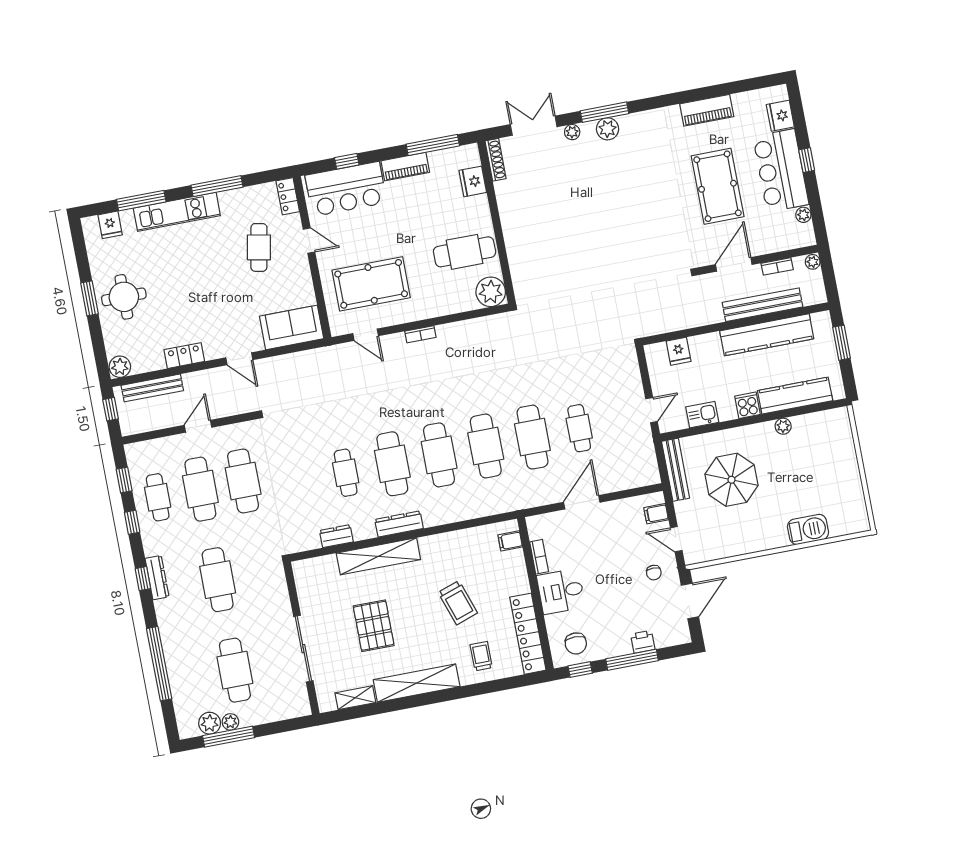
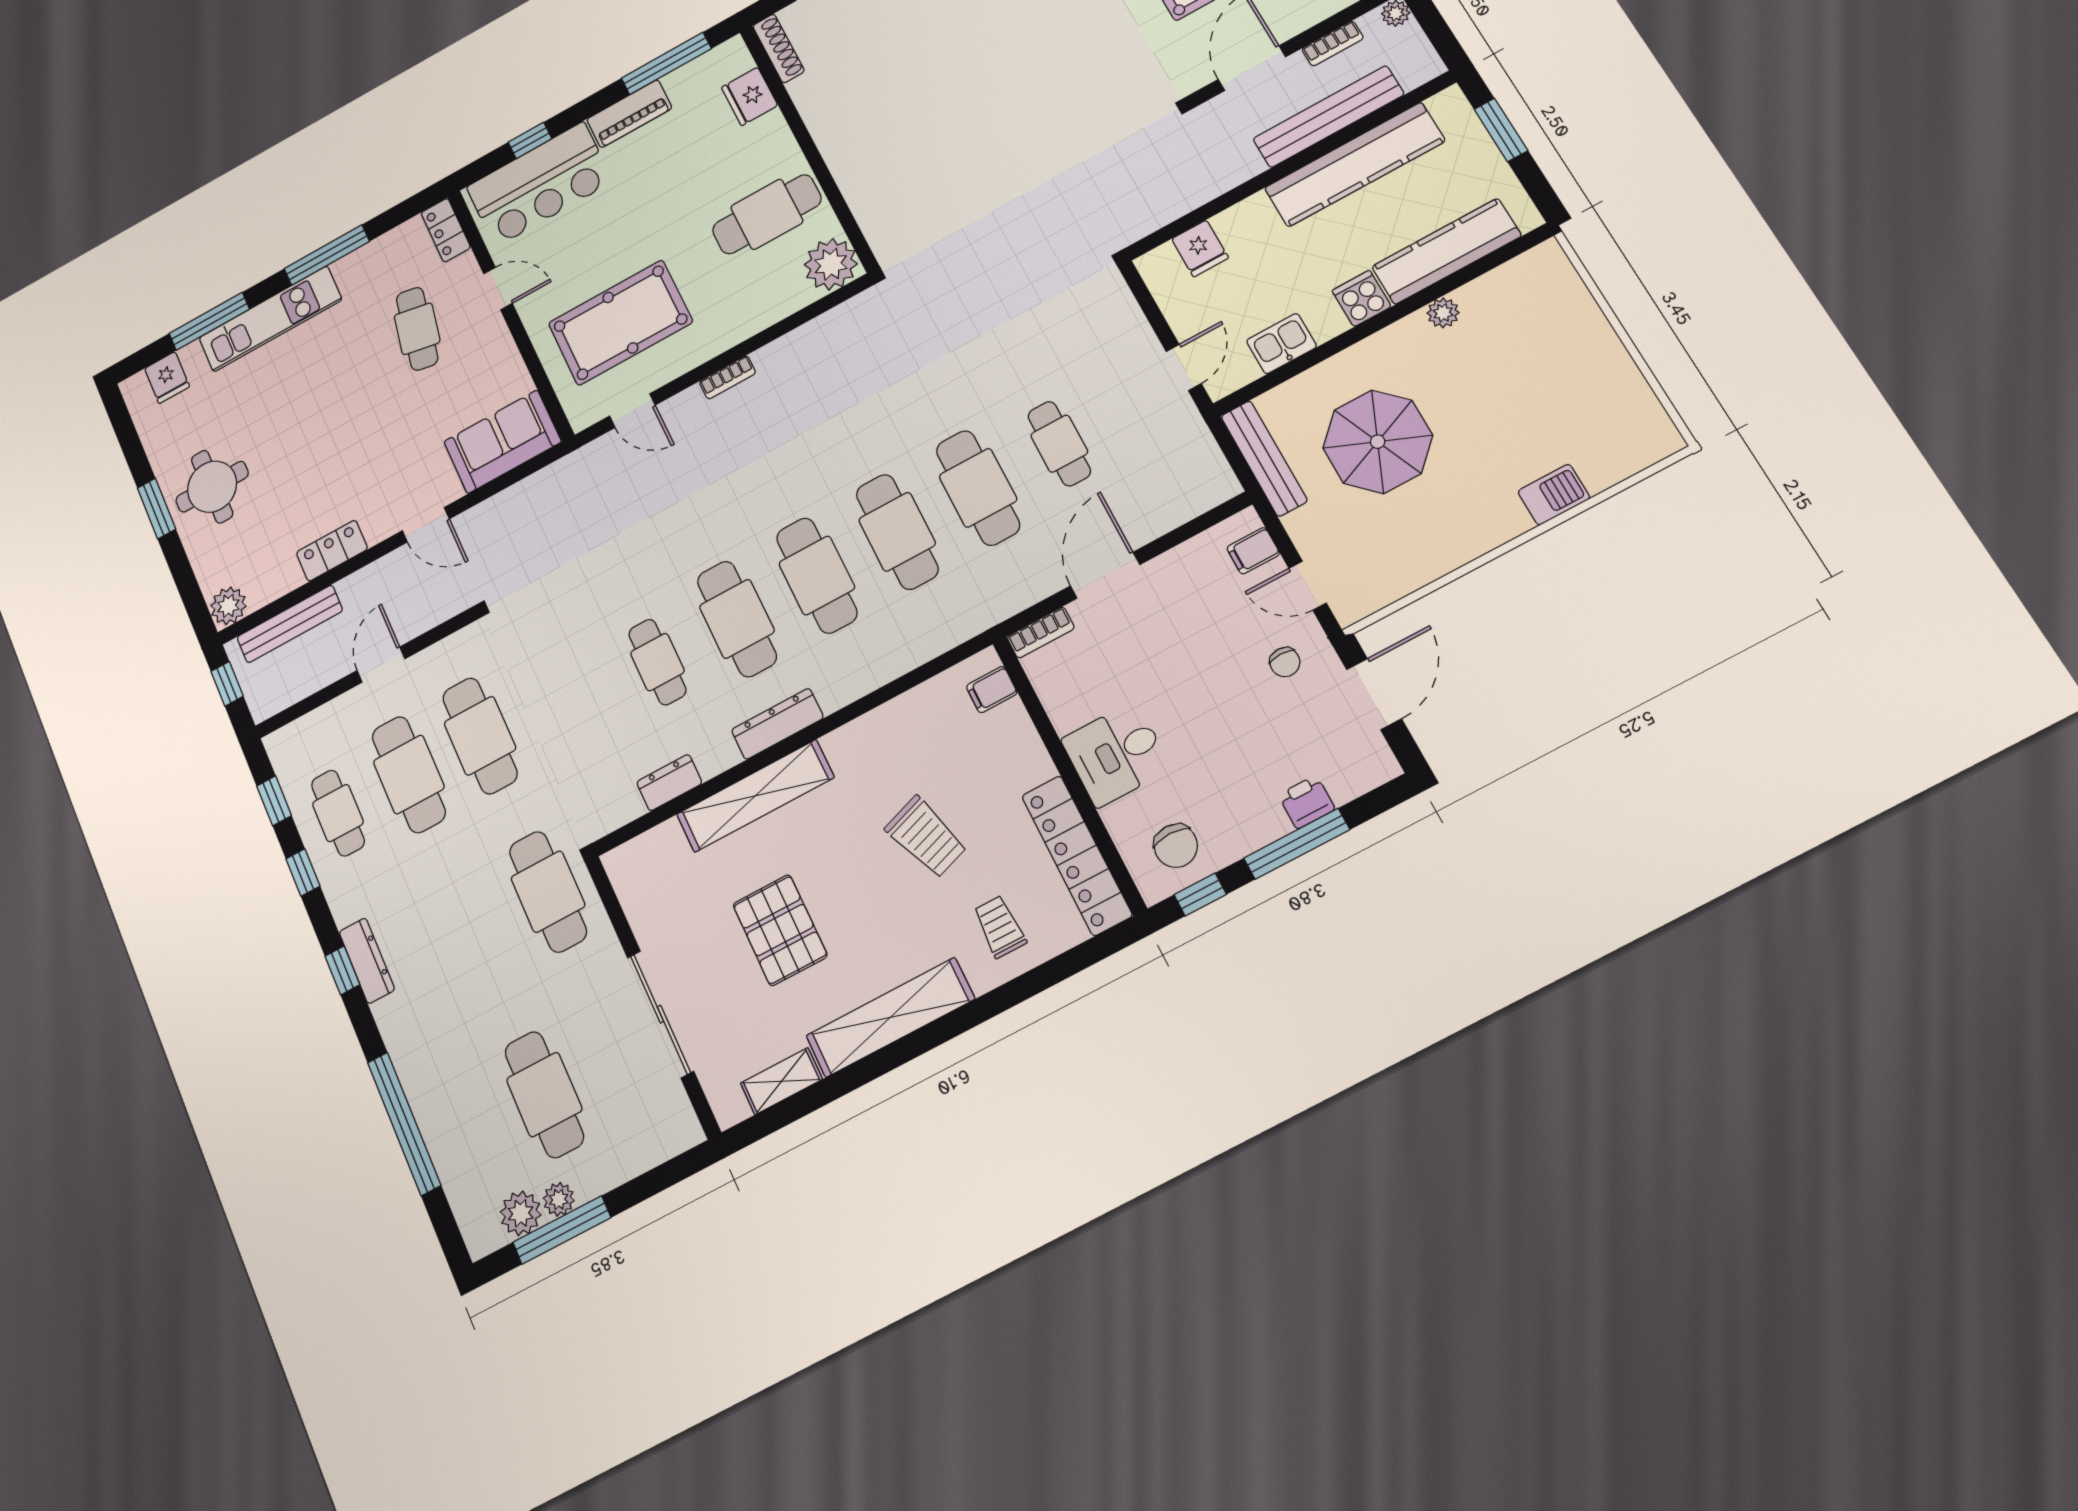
barbecue: (808, 529) -> (1554, 495), width x0.73, depth x0.79
bookcase: (539, 557) -> (1041, 633), moved, turned 90
cafe table: (218, 580) -> (548, 892), moved

